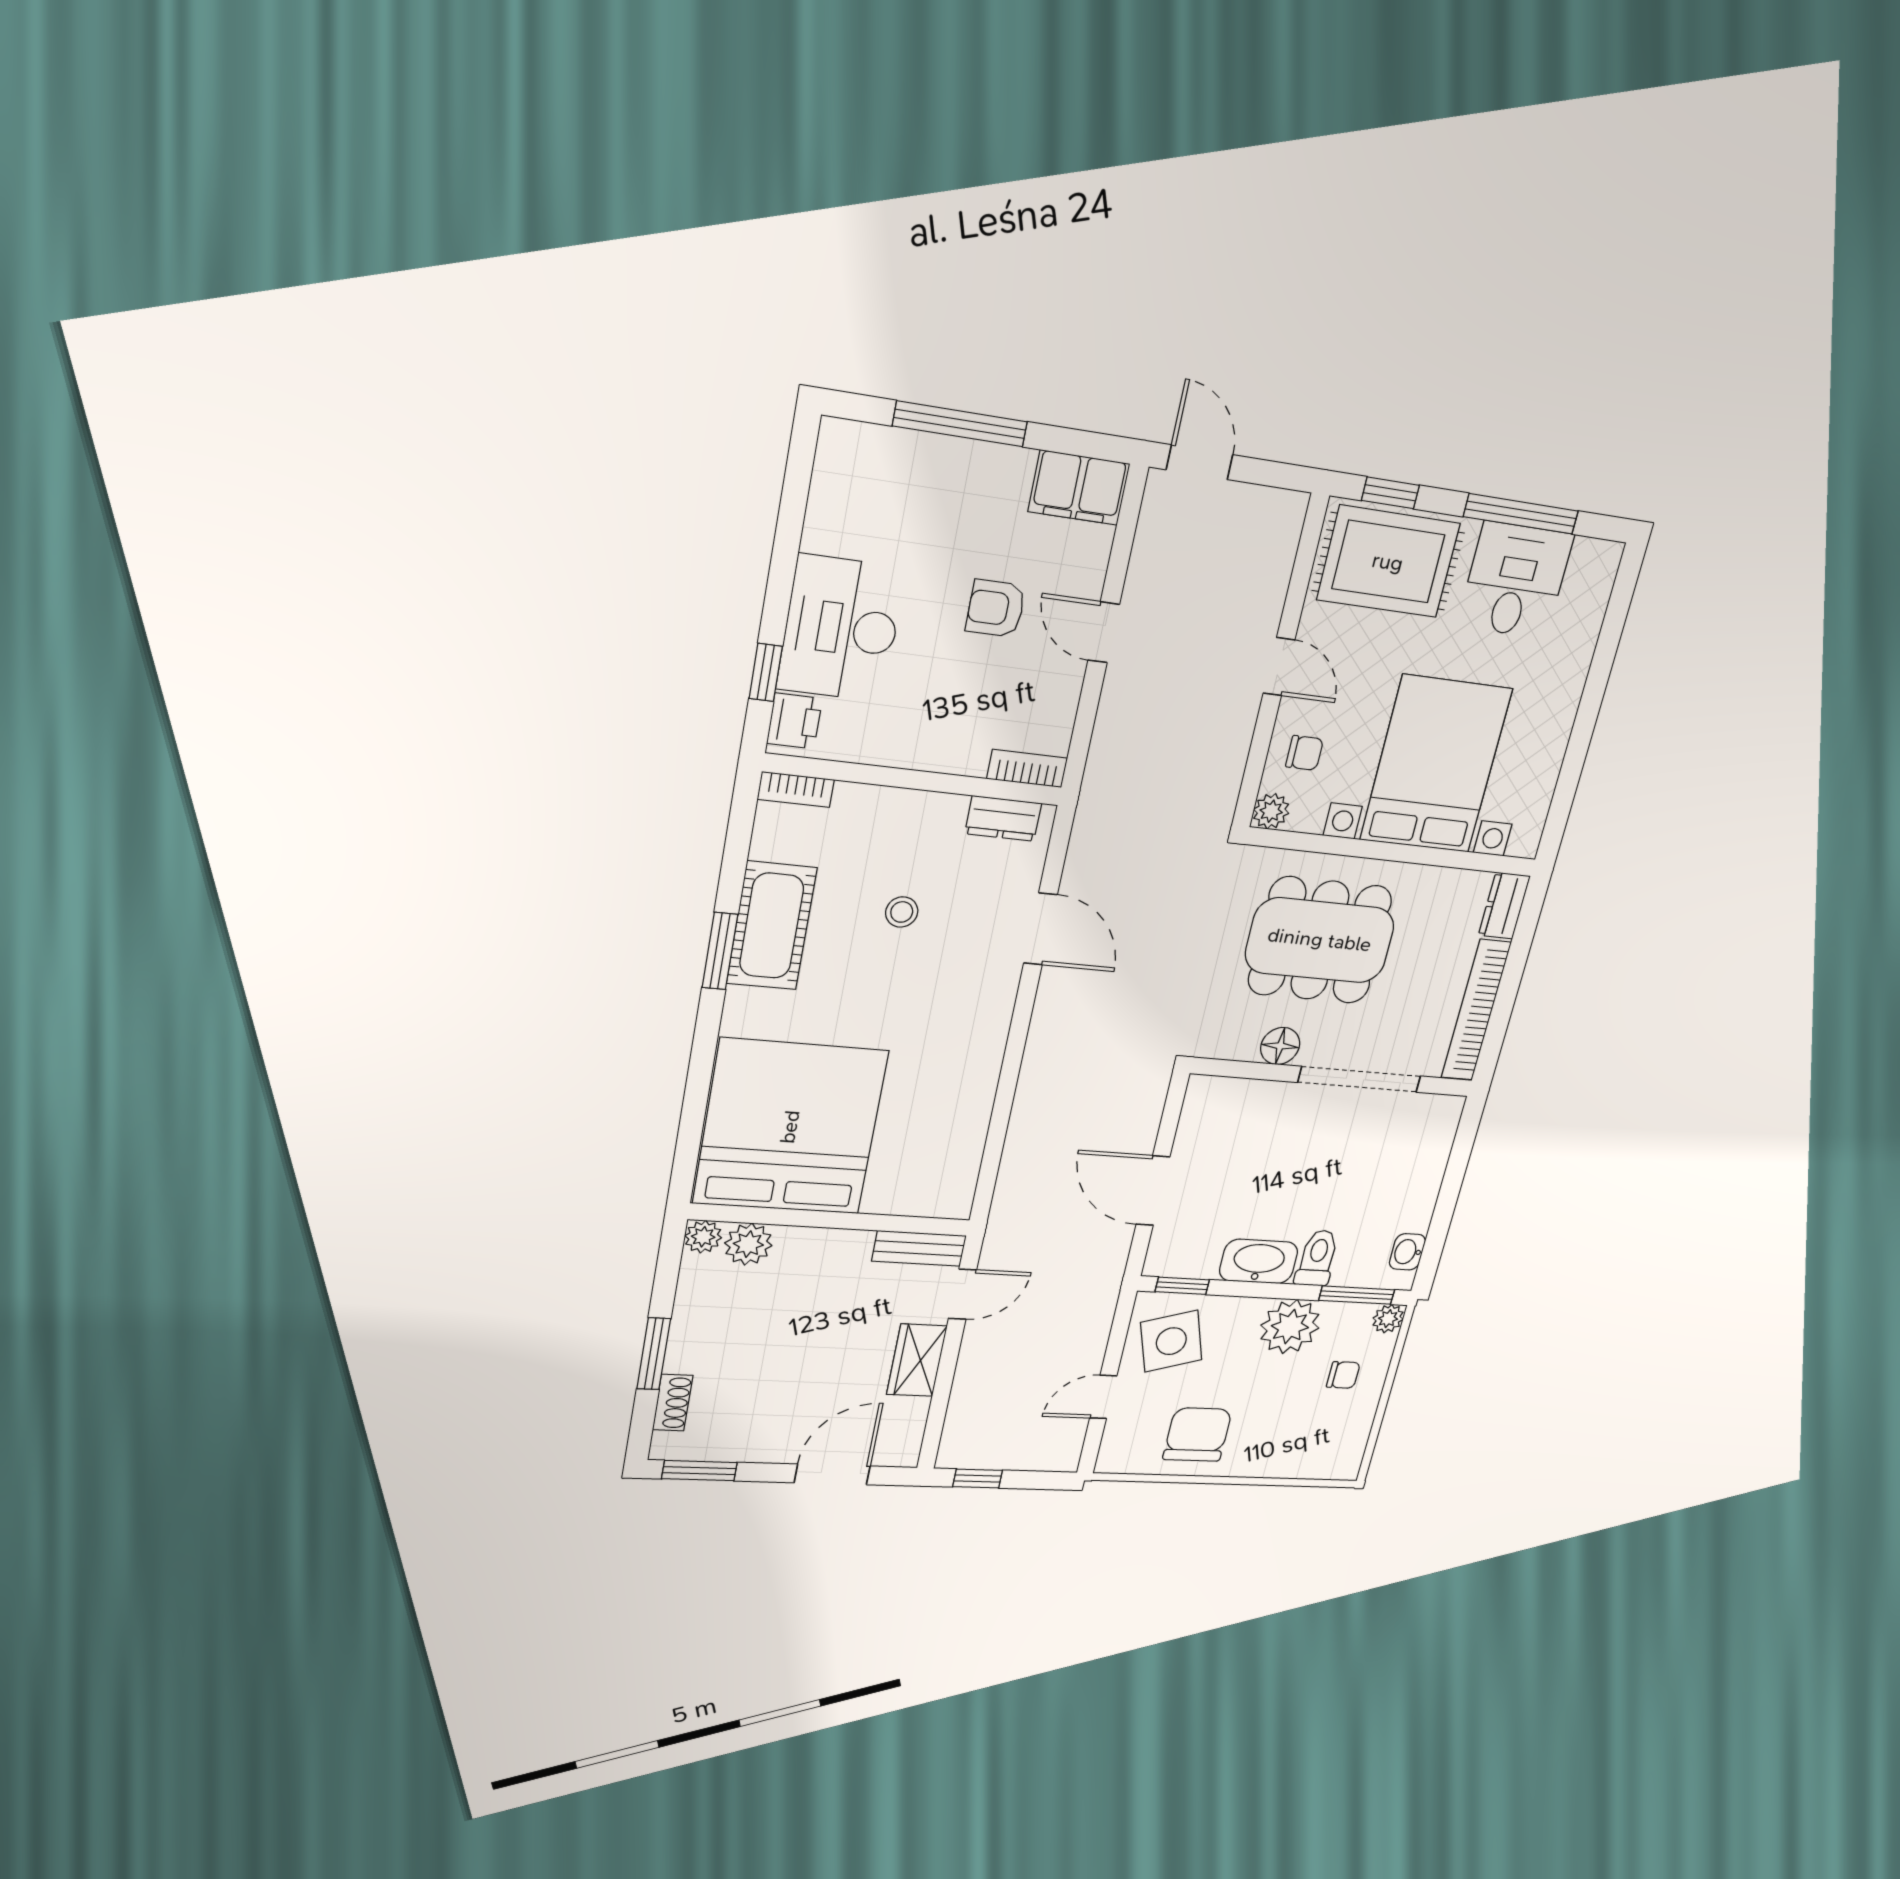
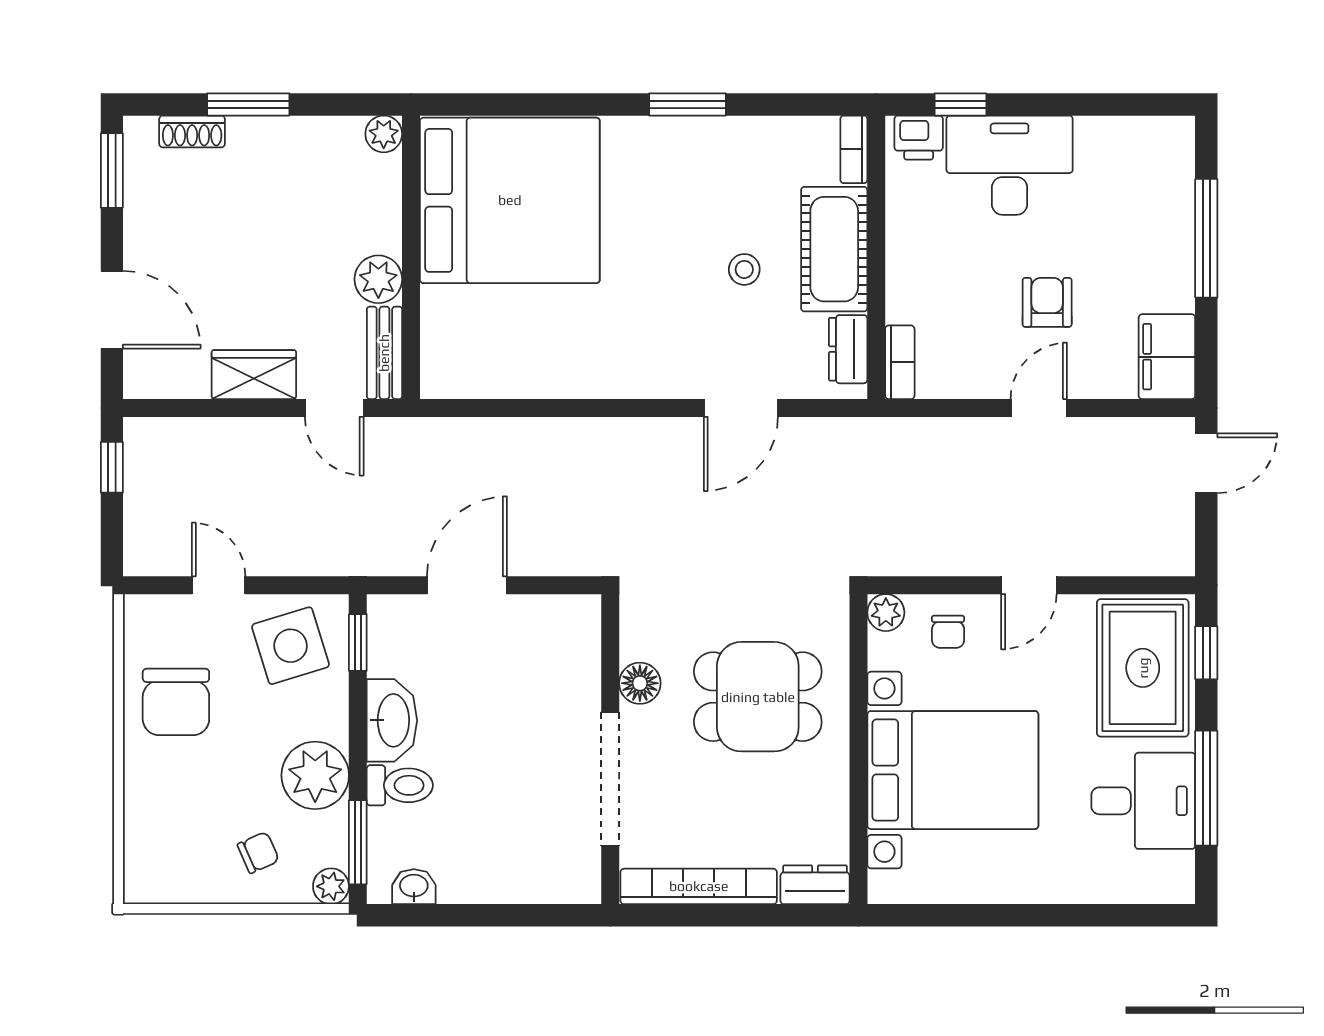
cot: (772, 926) -> (834, 249), moved, turned 90
dining table: (1320, 940) -> (758, 697), width x0.73
plant: (748, 1244) -> (378, 279), moved
chair: (1343, 1375) -> (258, 853), turned -114
chair: (1197, 1435) -> (176, 702), turned 90

